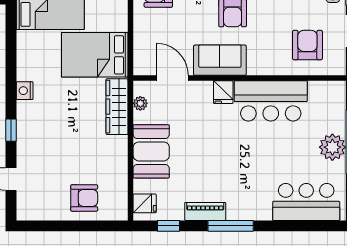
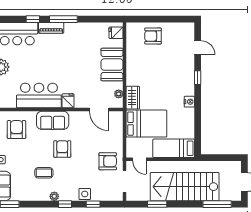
armchair: (307, 45) -> (16, 130), turned 180
sofa: (220, 60) -> (53, 120), moved
wardrobe: (117, 107) -> (133, 98), width x0.67
piano: (205, 211) -> (51, 28), moved
window: (169, 226) -> (33, 19), moved

